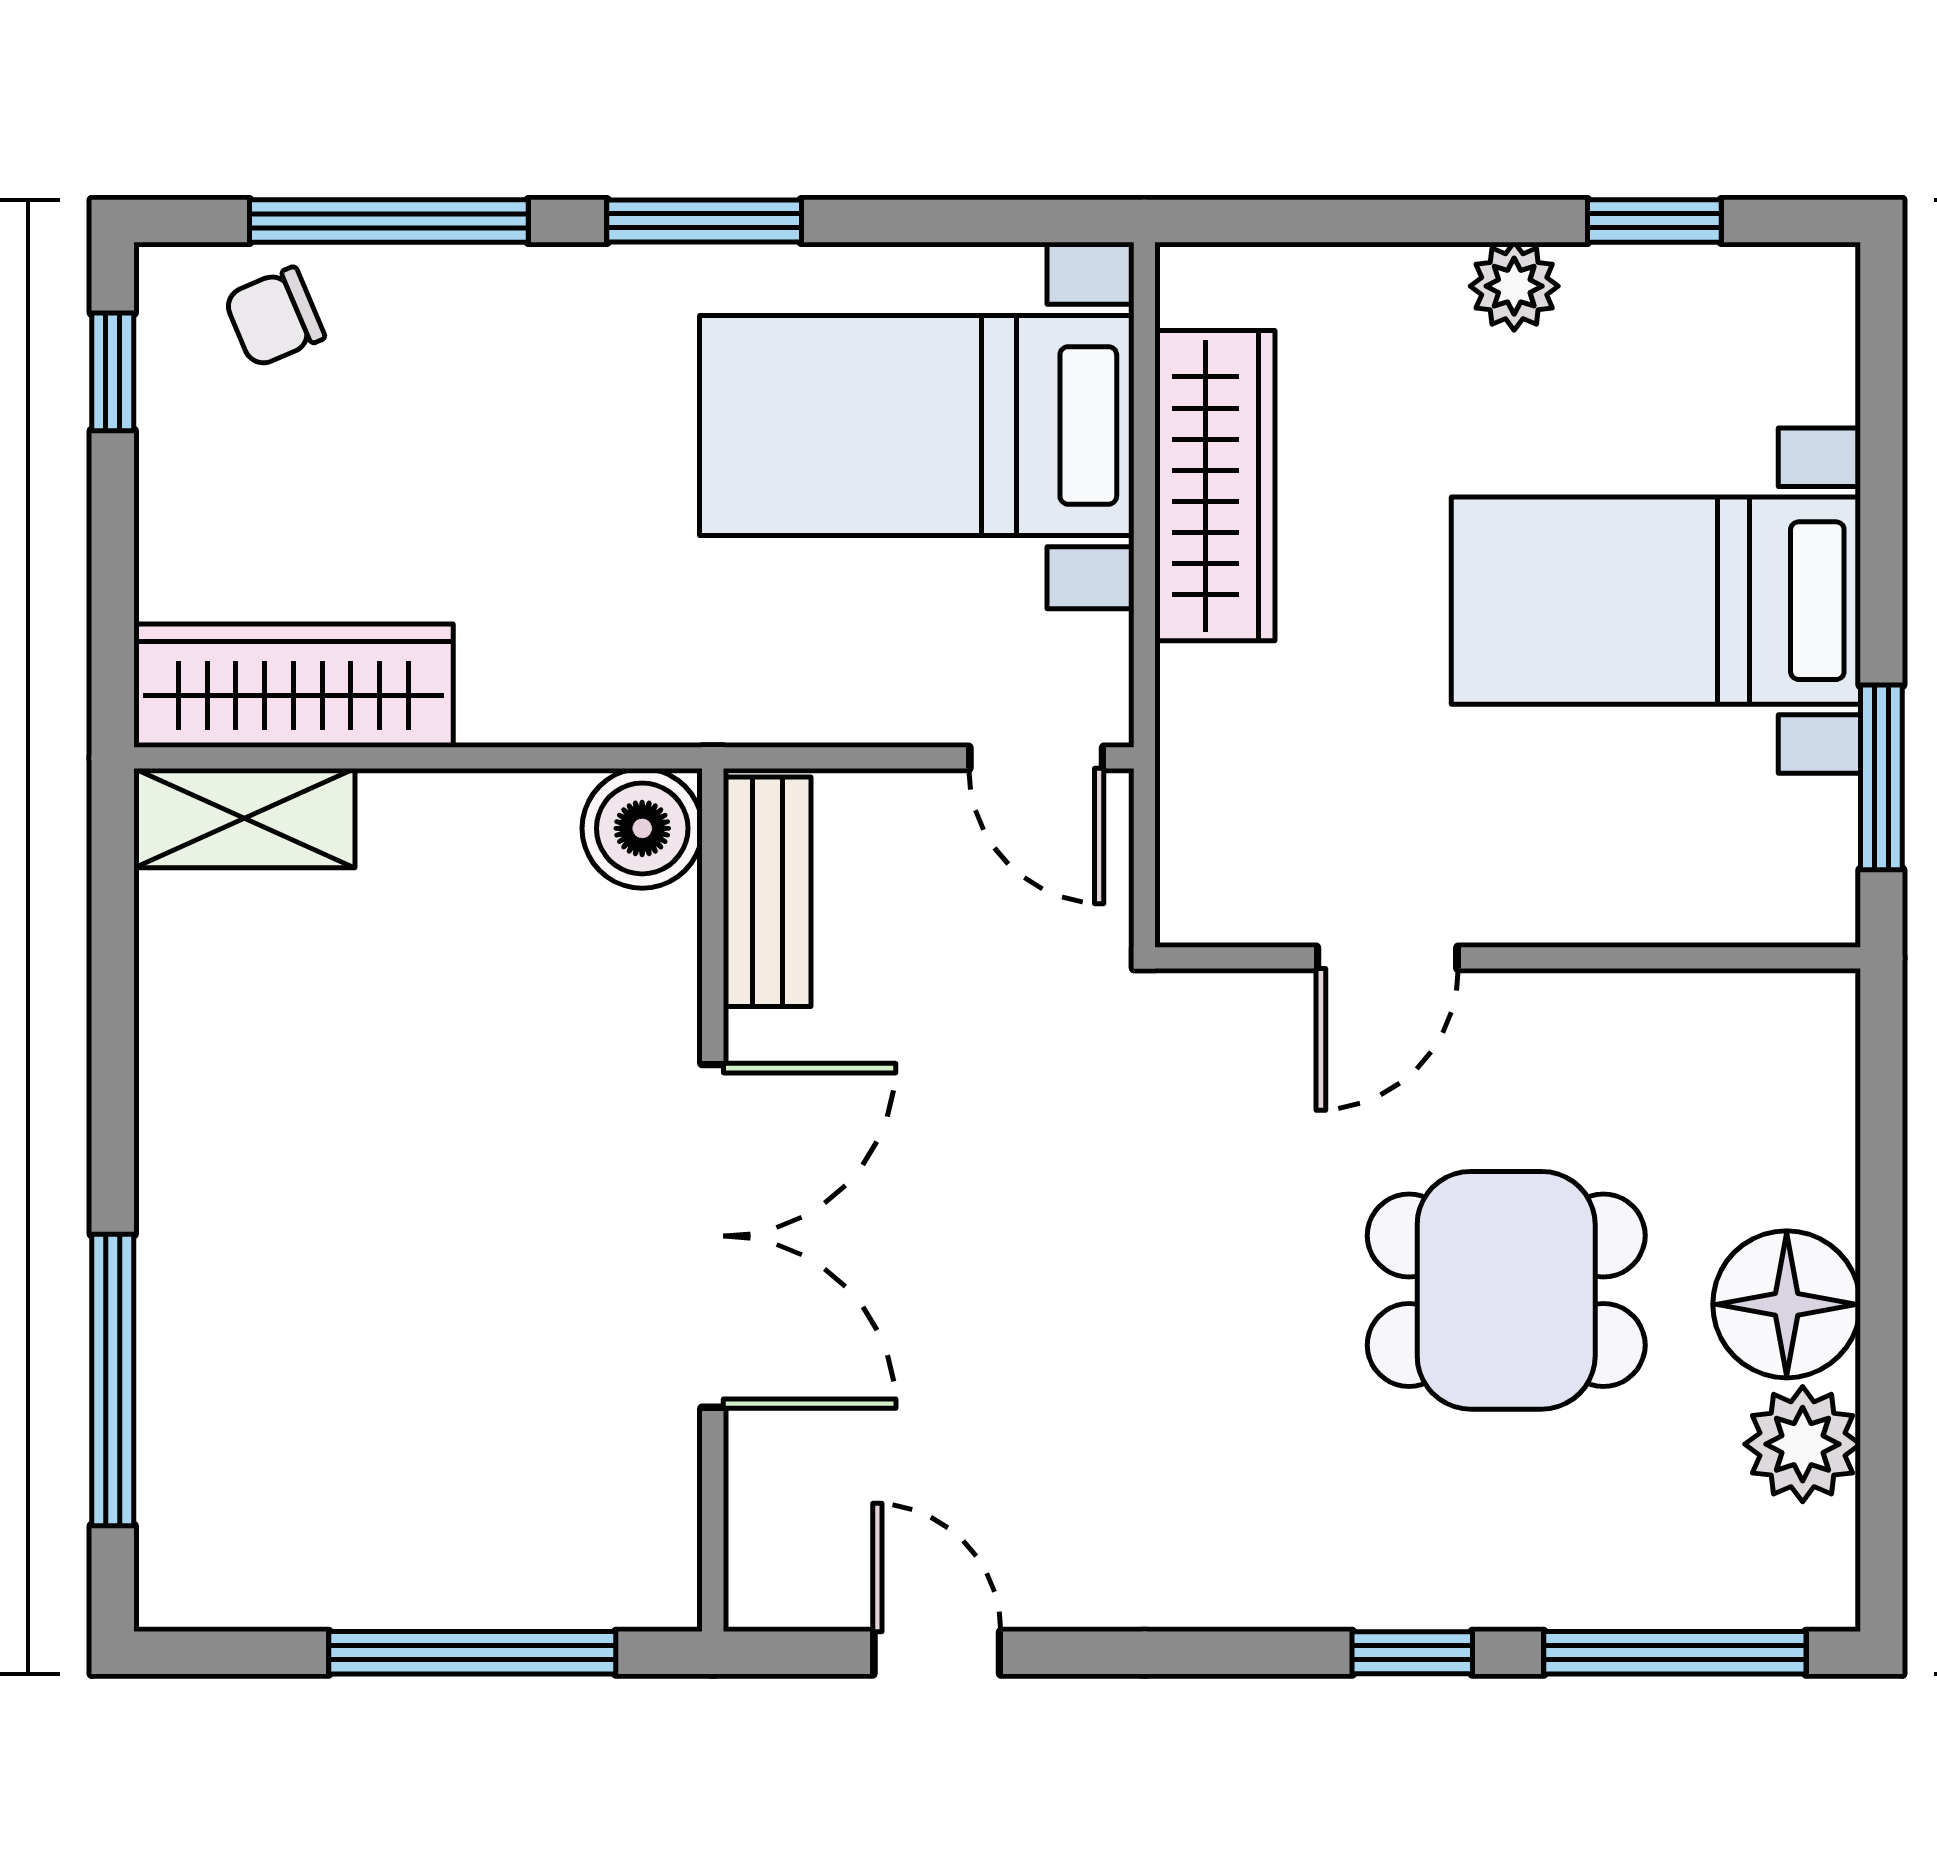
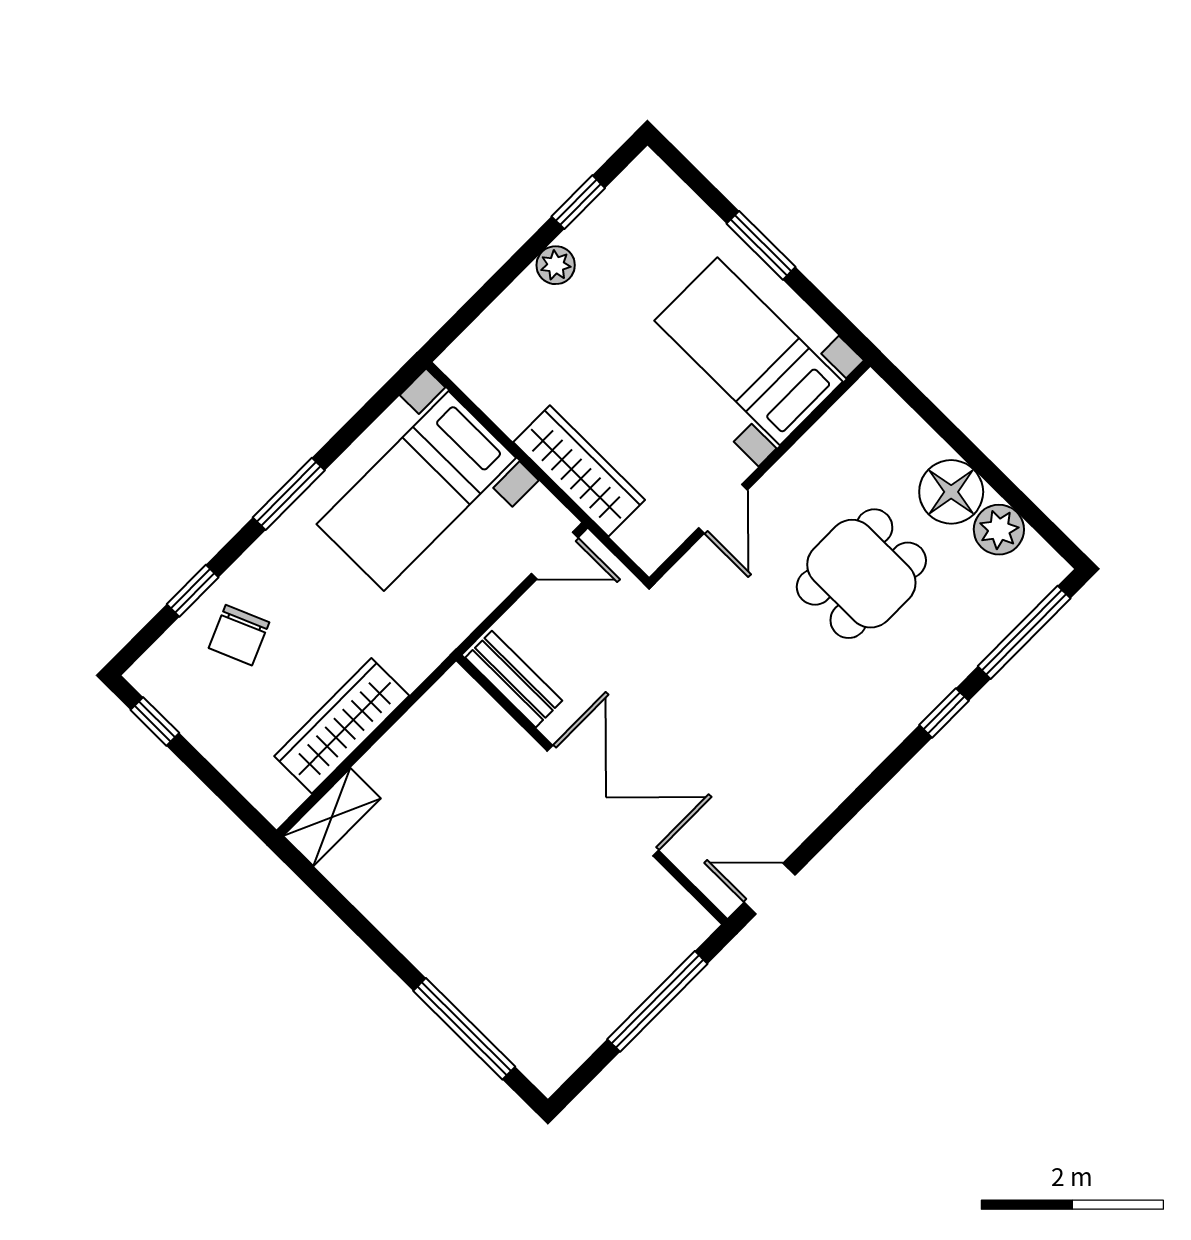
window: (389, 221) -> (193, 591), width x0.46
chair: (274, 317) -> (239, 635), moved, width x1.37, depth x1.37
wardrobe: (1215, 486) -> (579, 471), moved
bed with nightstands: (1656, 601) -> (749, 351), moved, turned 90
wardrobe: (293, 686) -> (342, 726), moved
window: (1881, 777) -> (761, 245), moved
boiler: (642, 828) -> (456, 698), removed
door: (937, 1653) -> (770, 889), moved

